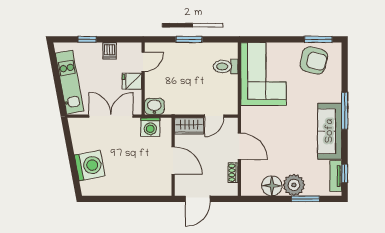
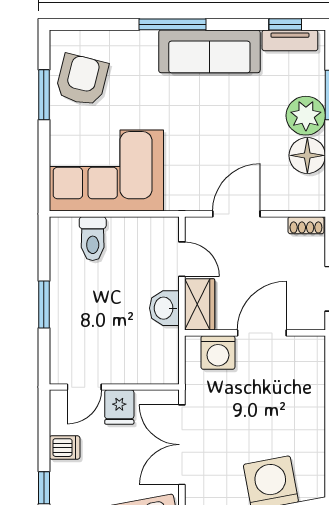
window: (318, 39) -> (44, 95), moved
door: (143, 62) -> (84, 387), swing flipped
washbasin: (154, 106) -> (164, 308), moved
washing machine: (150, 127) -> (218, 352), moved, turned 90
shoe rack: (233, 173) -> (306, 225), moved

